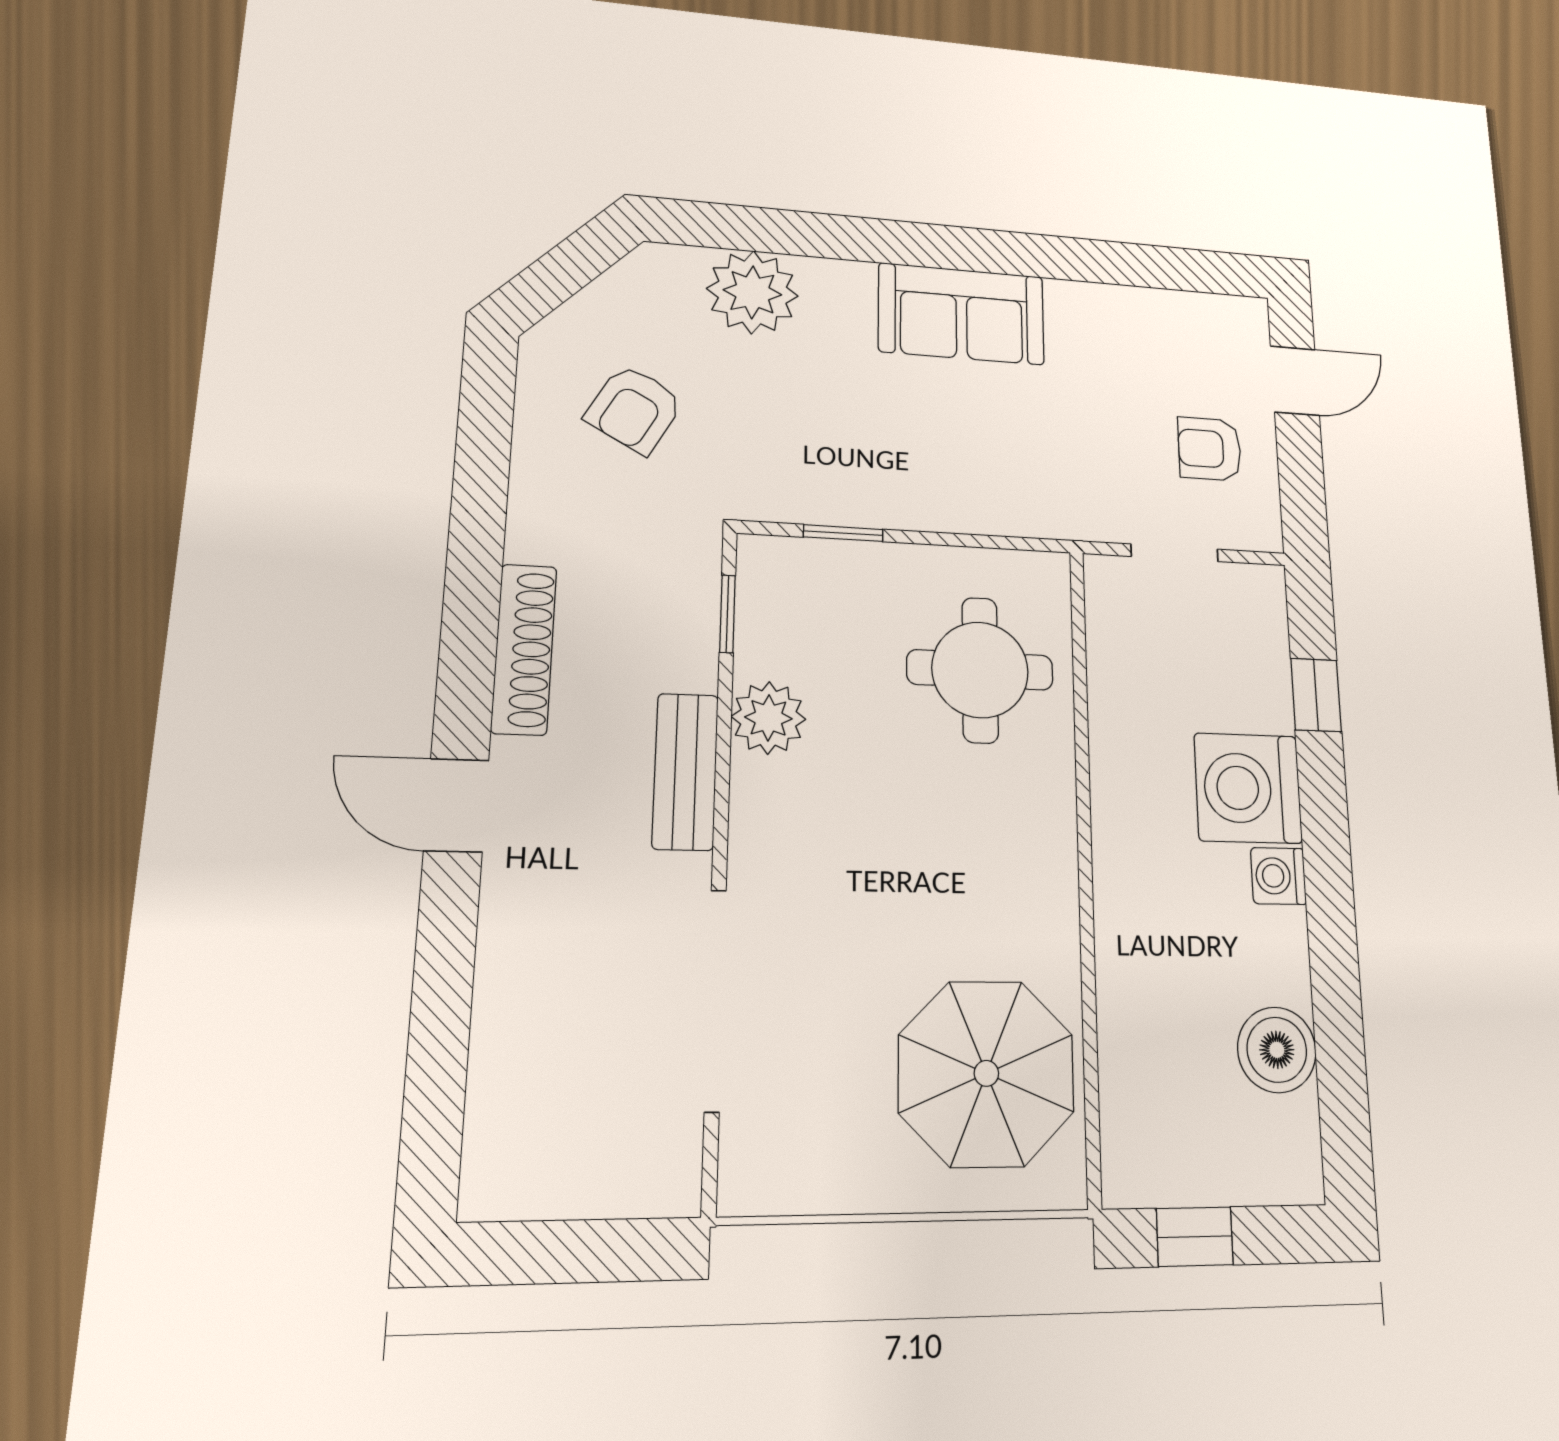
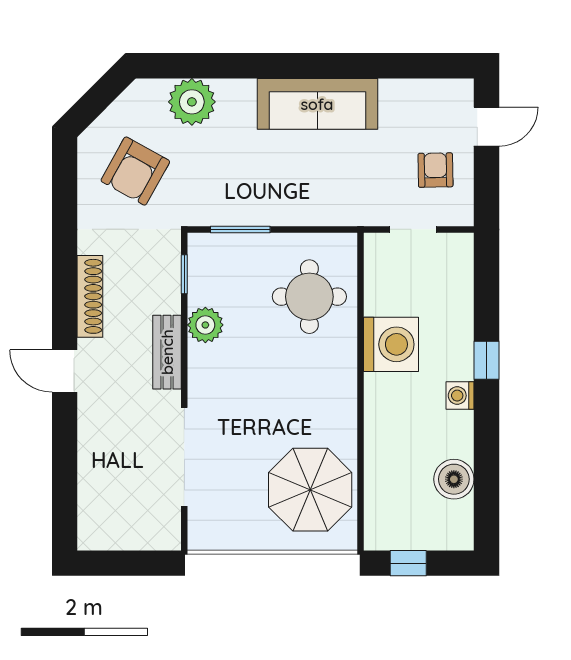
sofa: (962, 314) -> (317, 104), width x1.36
armchair: (634, 409) -> (135, 171), width x1.38, depth x1.38
armchair: (1210, 449) -> (435, 170), turned 89
window: (843, 533) -> (240, 229), width x1.50
window: (1316, 695) -> (486, 360), moved
washing machine: (1248, 788) -> (391, 344), moved, turned 180

